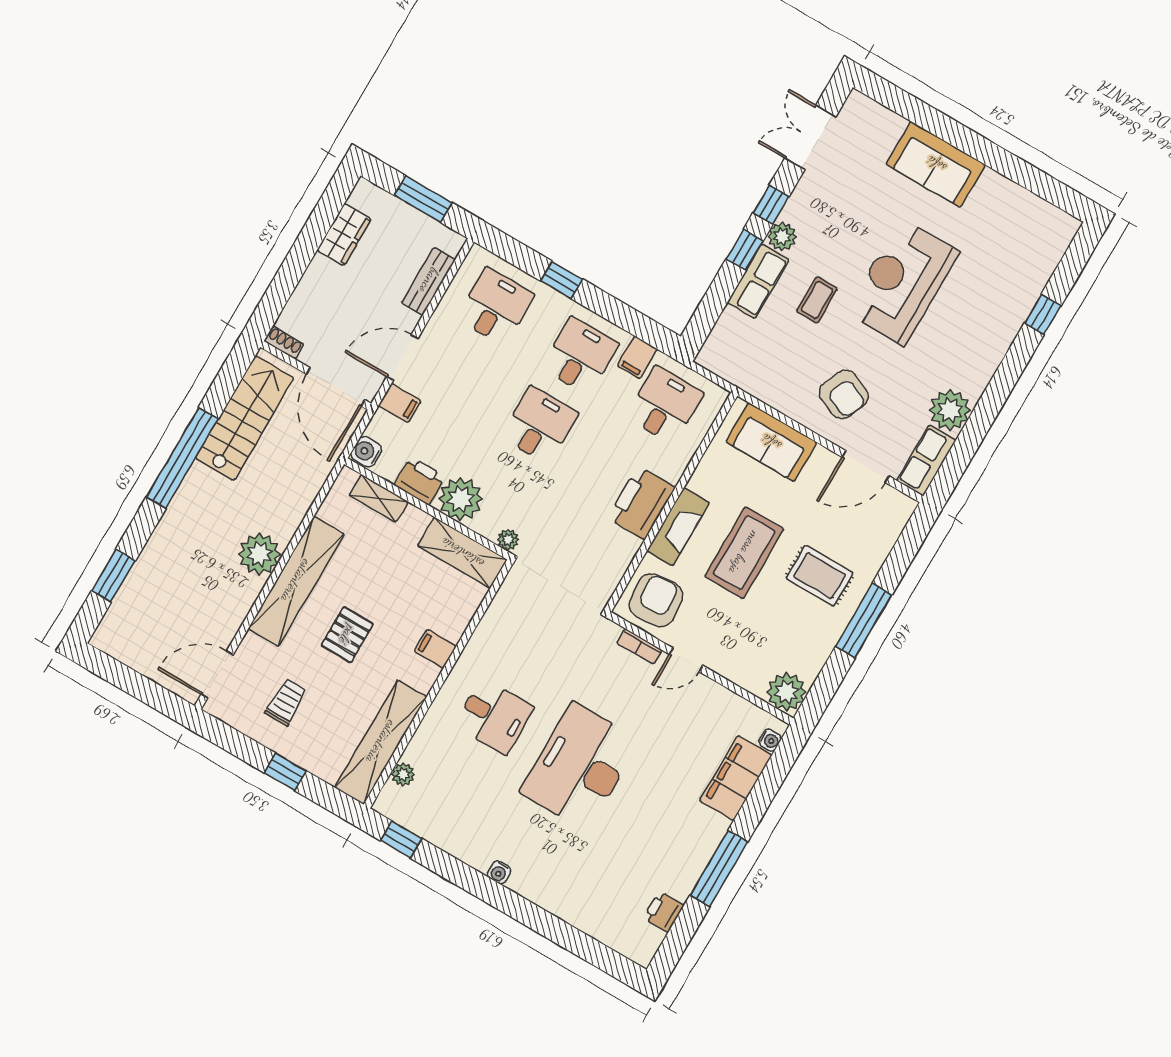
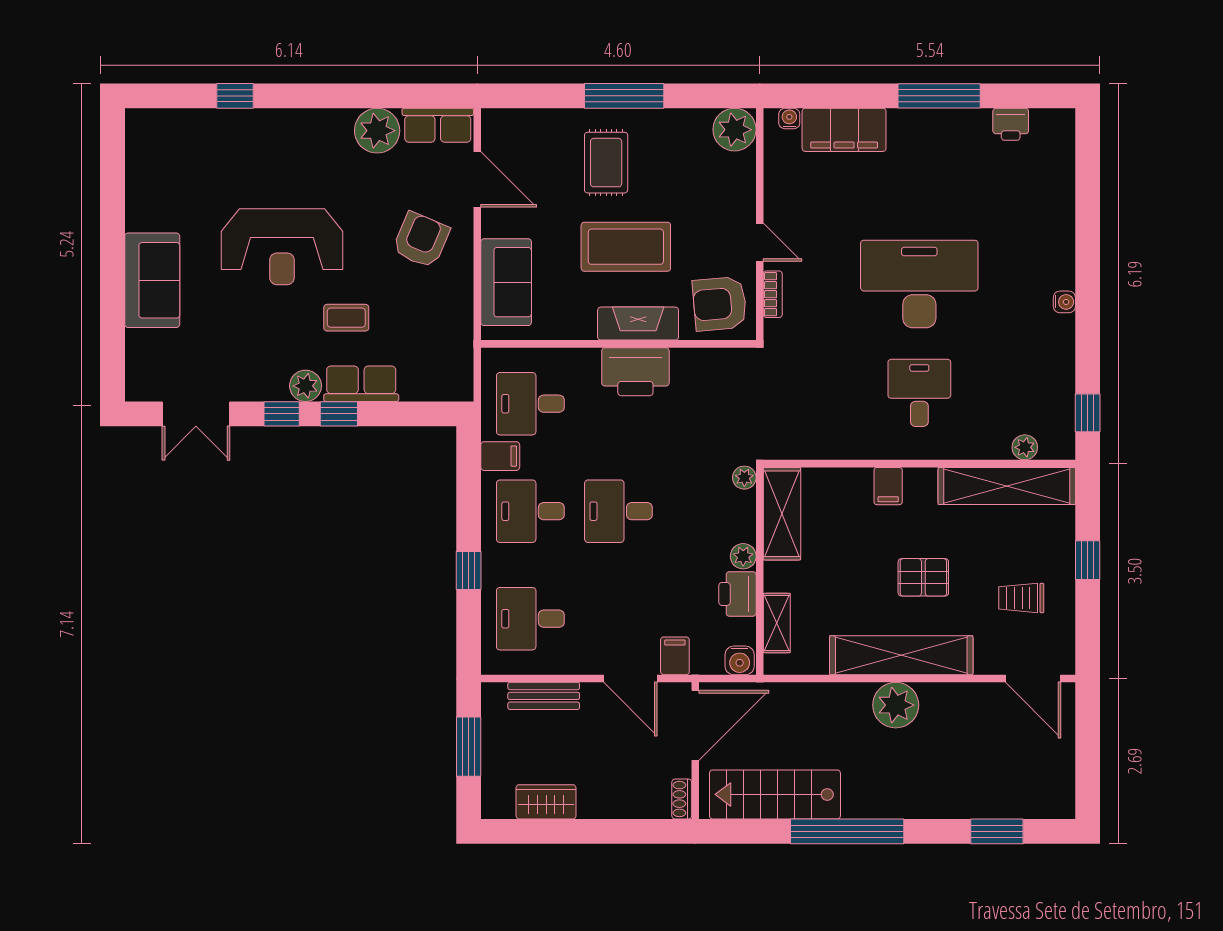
plant: (461, 499) -> (743, 556), width x0.53, depth x0.53
desk: (580, 766) -> (919, 284), turned 180

